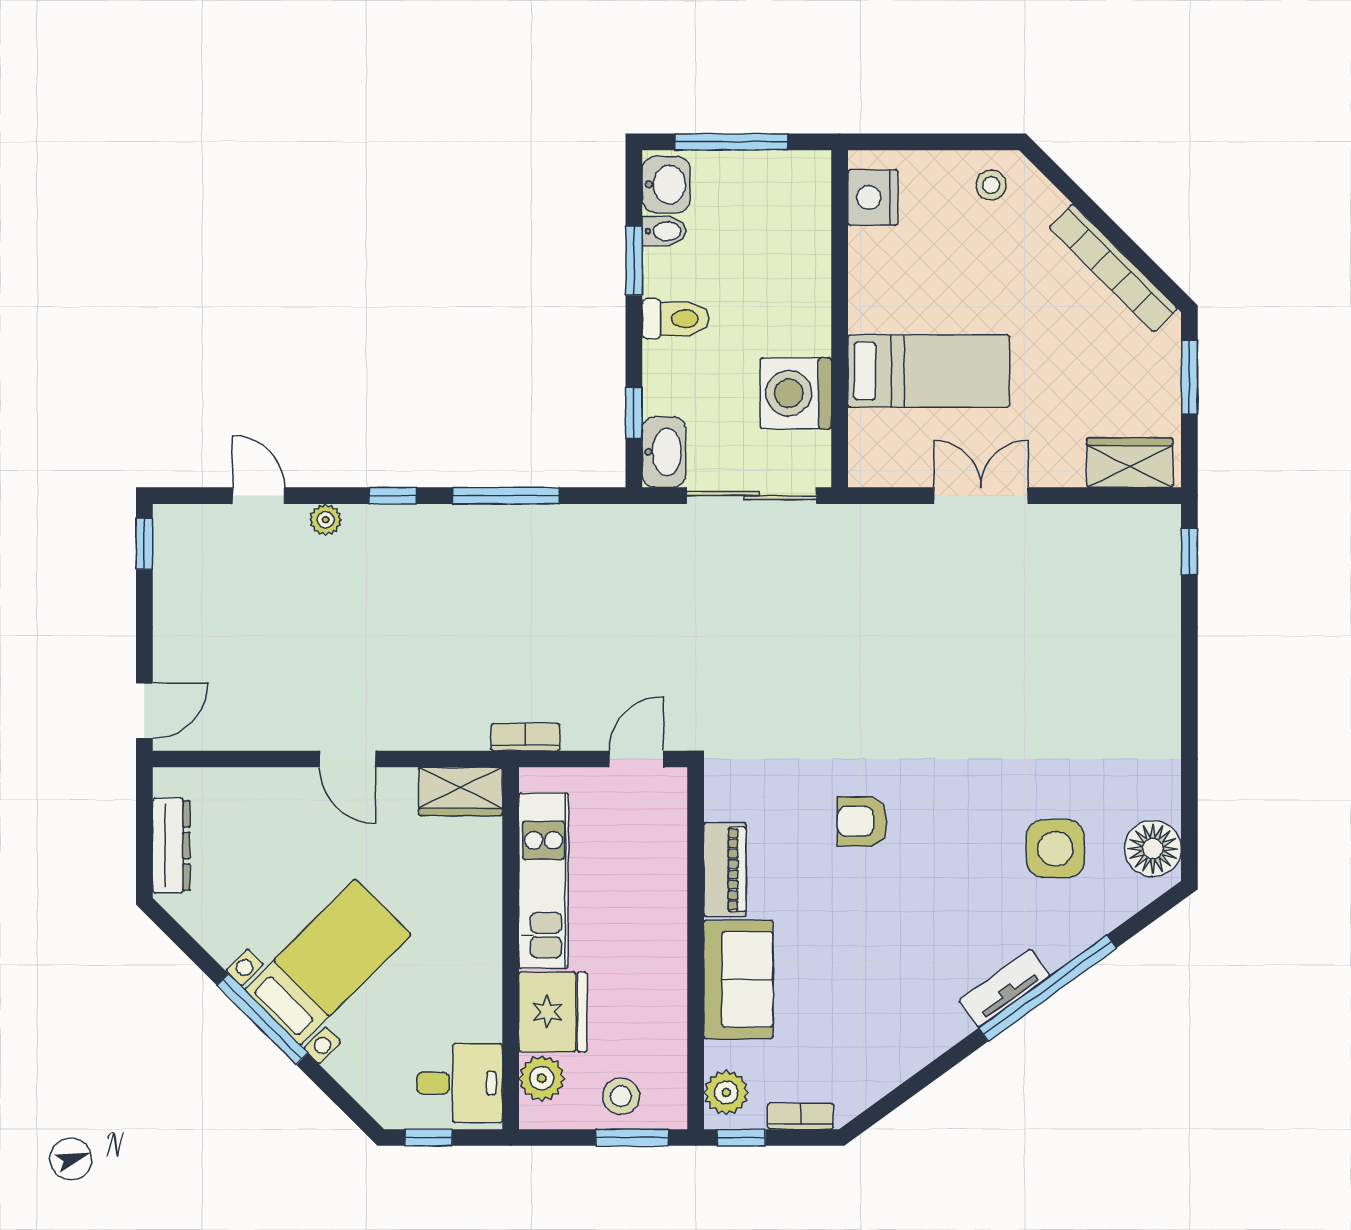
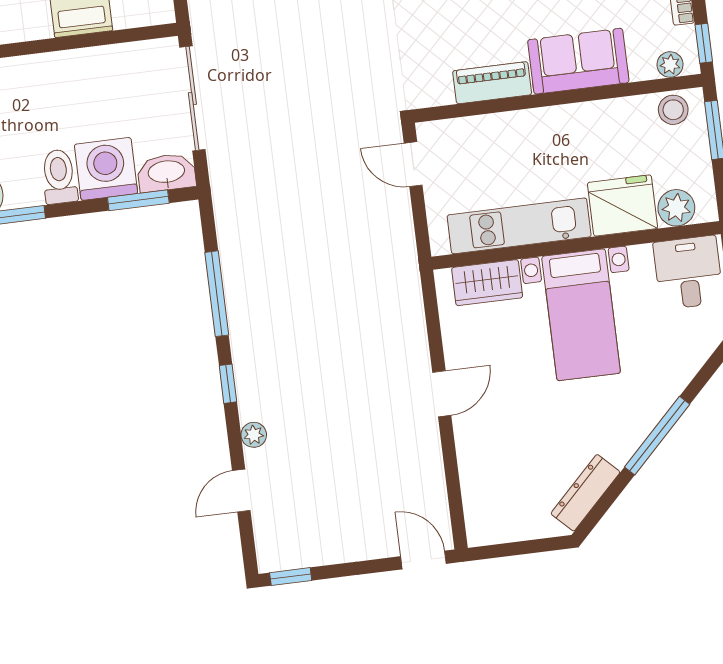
washing machine: (796, 393) -> (106, 169), moved, turned 180
window: (634, 413) -> (138, 200), width x1.50
bookcase: (525, 737) -> (407, 255), removed
wardrobe: (461, 791) -> (487, 283), moved, turned 90
dresser: (171, 846) -> (585, 493), moved, turned -45
bed with nightstands: (328, 962) -> (581, 315), moved, turned -135
plant: (726, 1093) -> (670, 65), width x0.73, depth x0.73
stool: (621, 1096) -> (673, 110), moved

